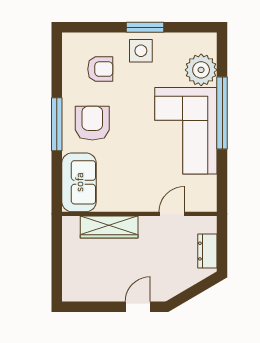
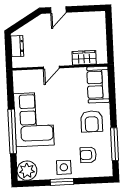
plant: (201, 70) -> (27, 171), moved
window: (57, 124) -> (115, 144), moved
door: (172, 214) -> (51, 67), moved
wardrobe: (109, 227) -> (84, 58), width x0.67

